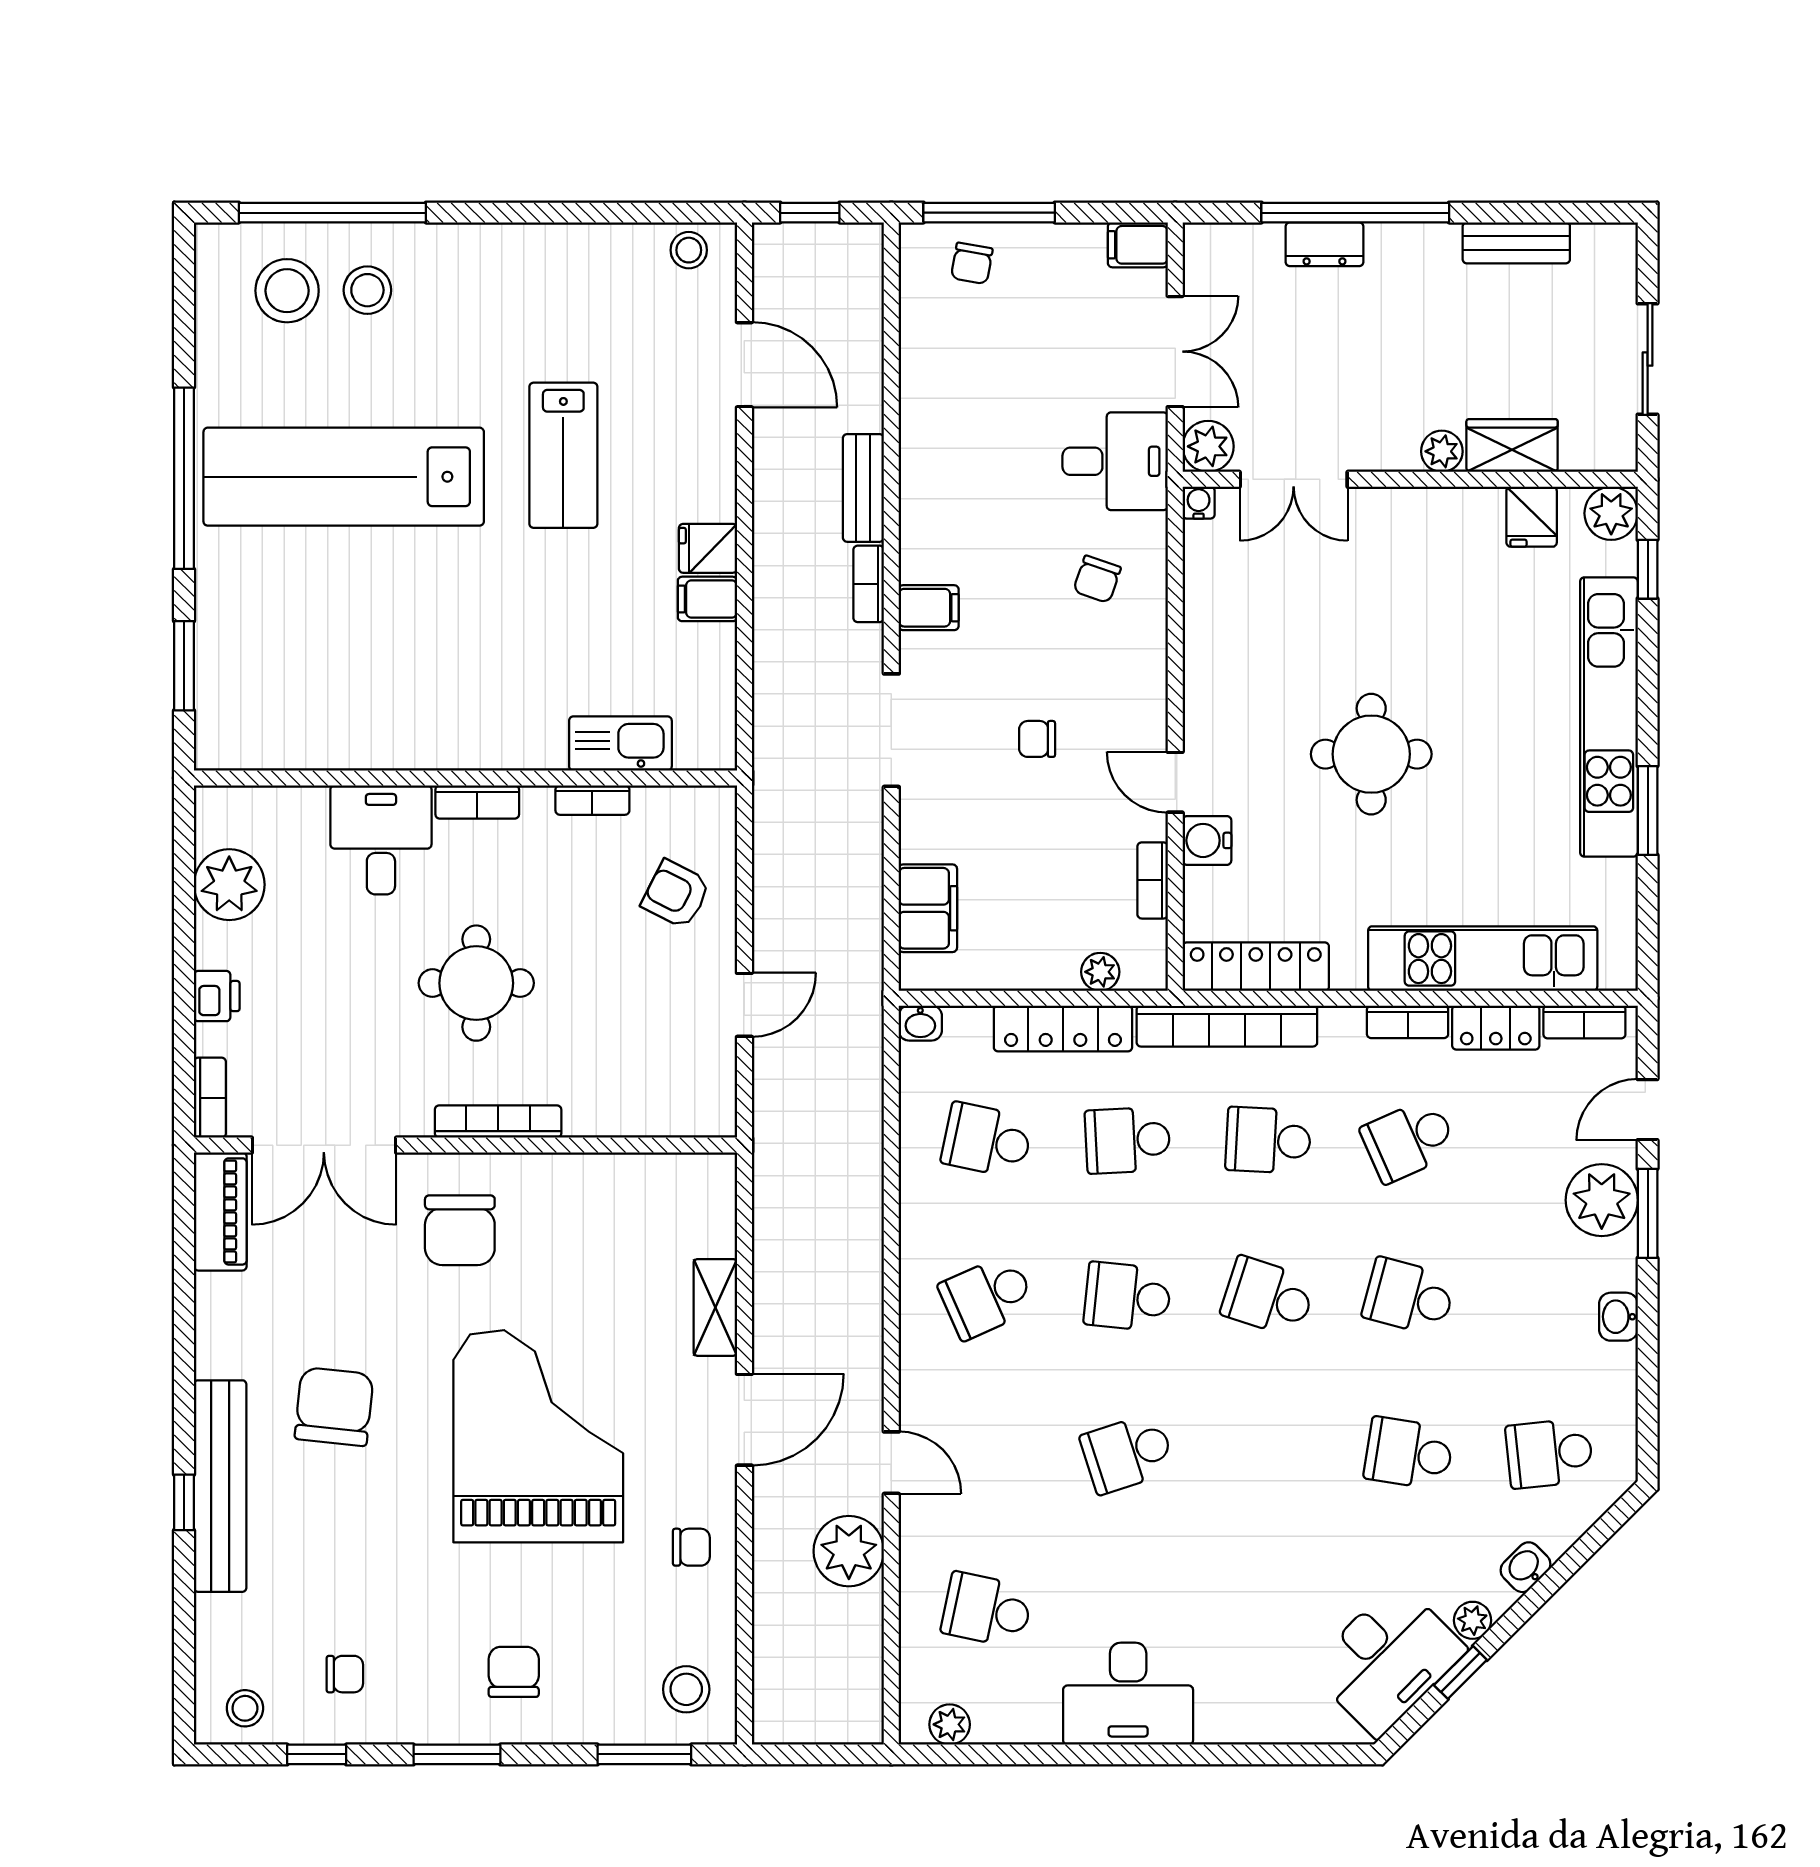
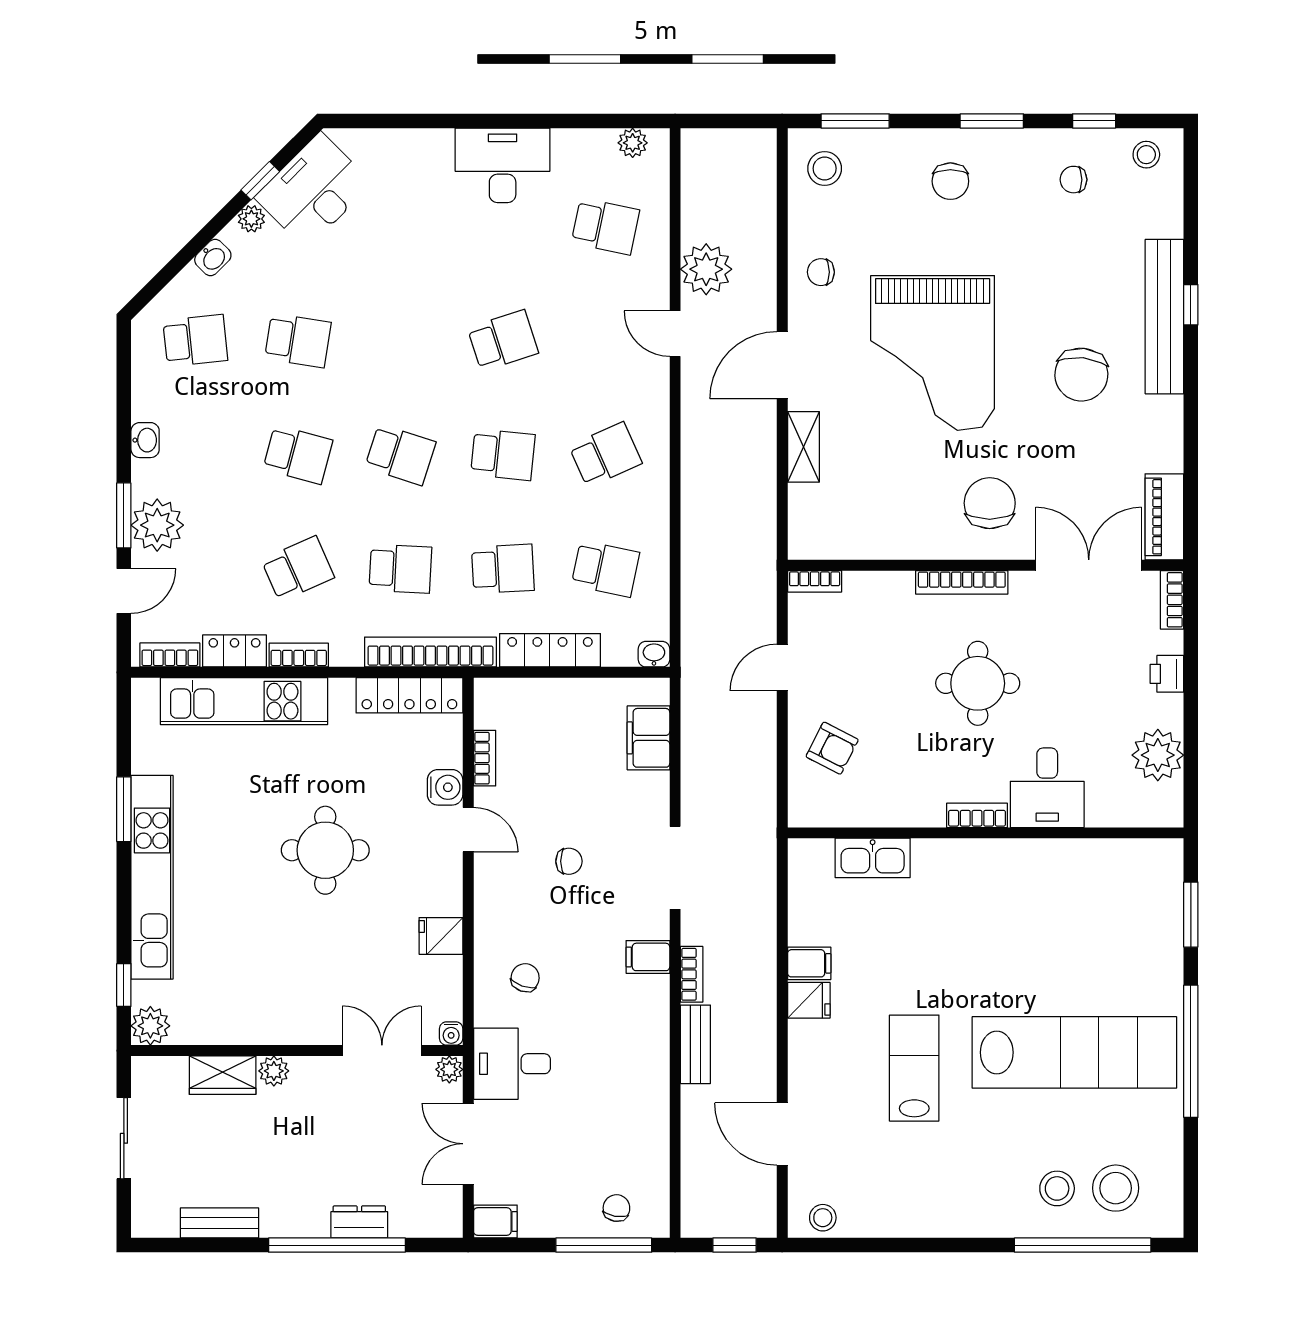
plant: (1208, 446) -> (449, 1069), width x0.73, depth x0.73
fridge: (1532, 517) -> (441, 936), moved, turned -90
bookcase: (592, 800) -> (815, 581), moved, turned 180
plant: (1100, 972) -> (523, 692), removed

